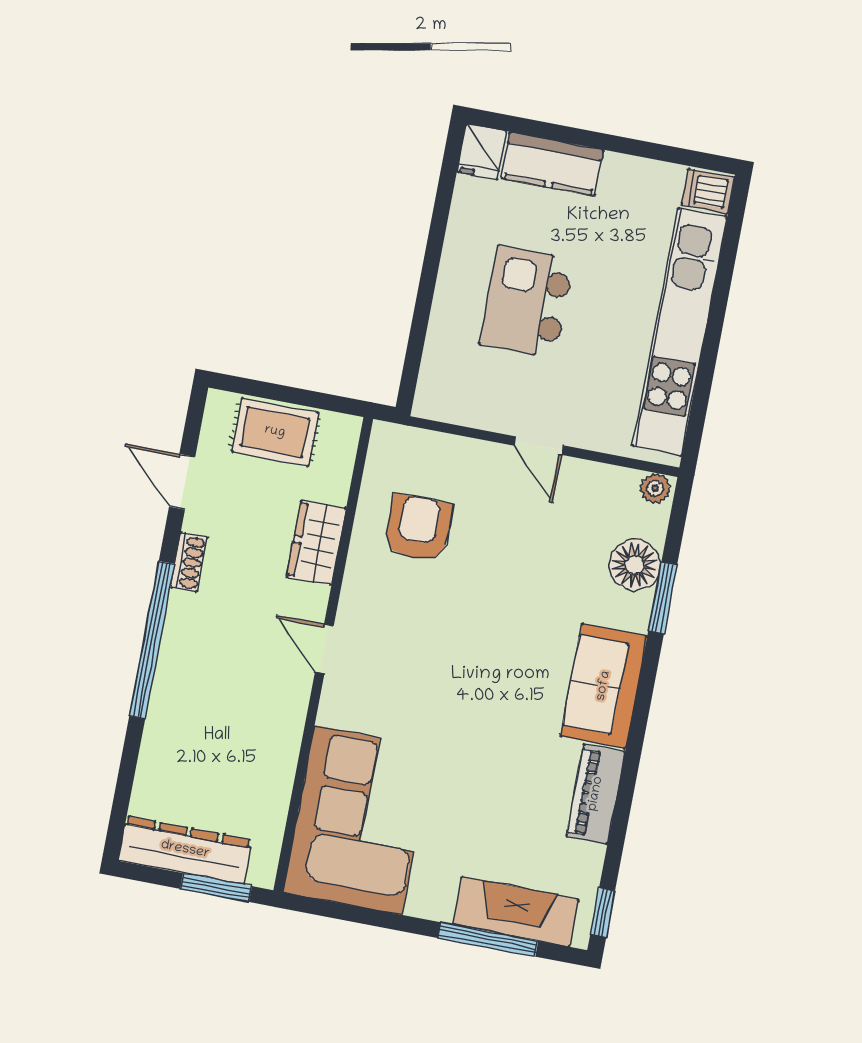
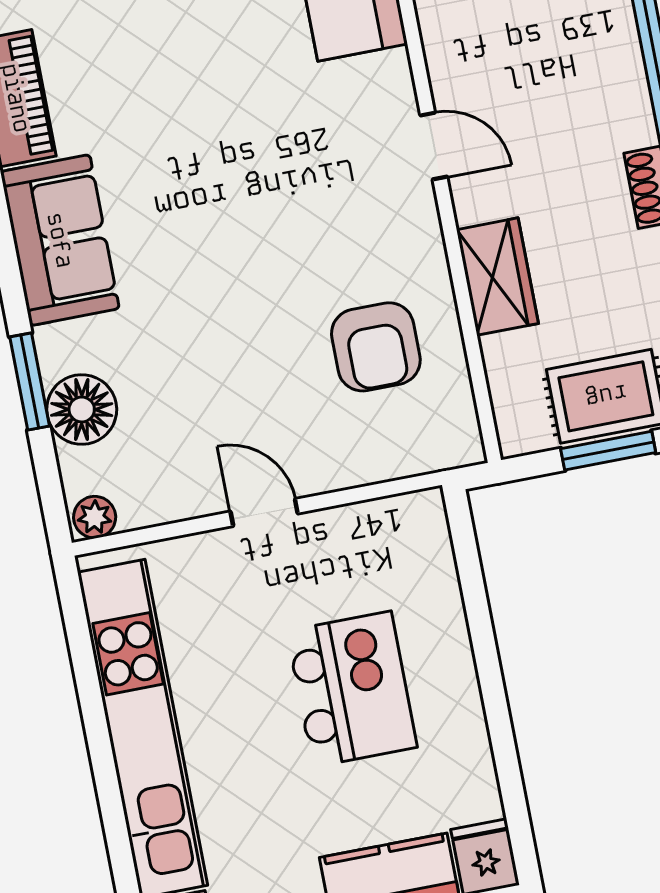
window: (288, 395) -> (608, 451), added

